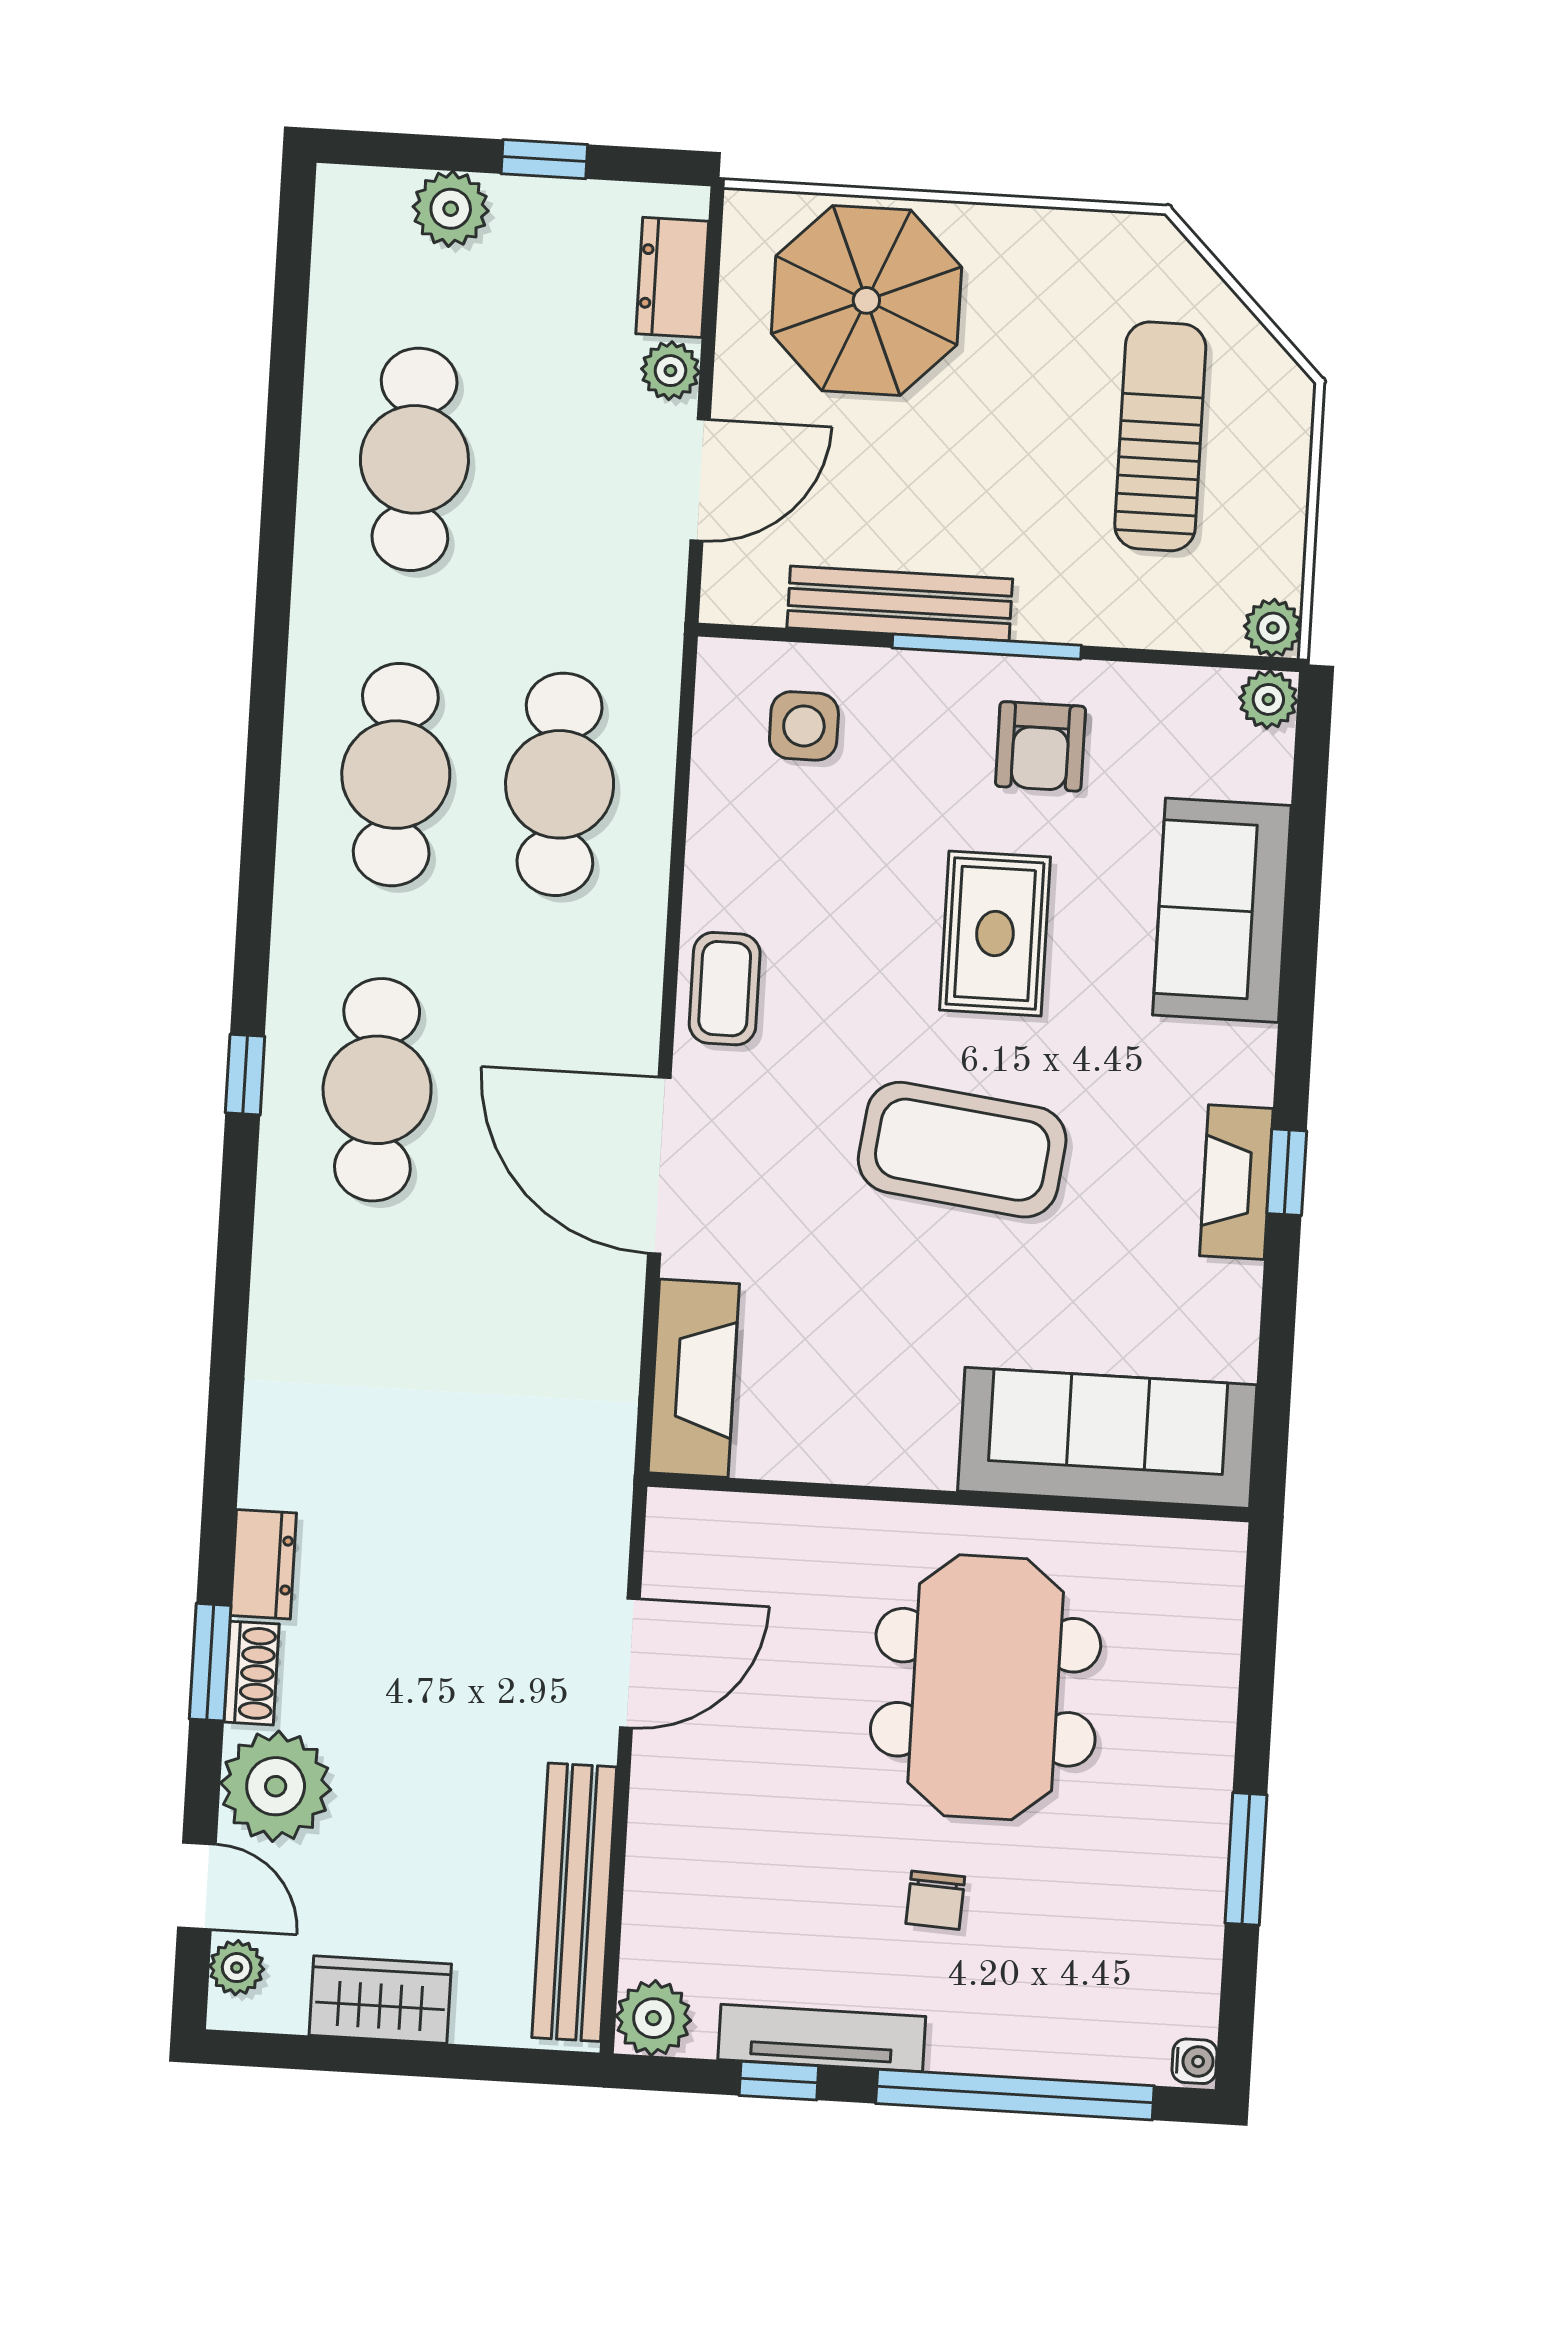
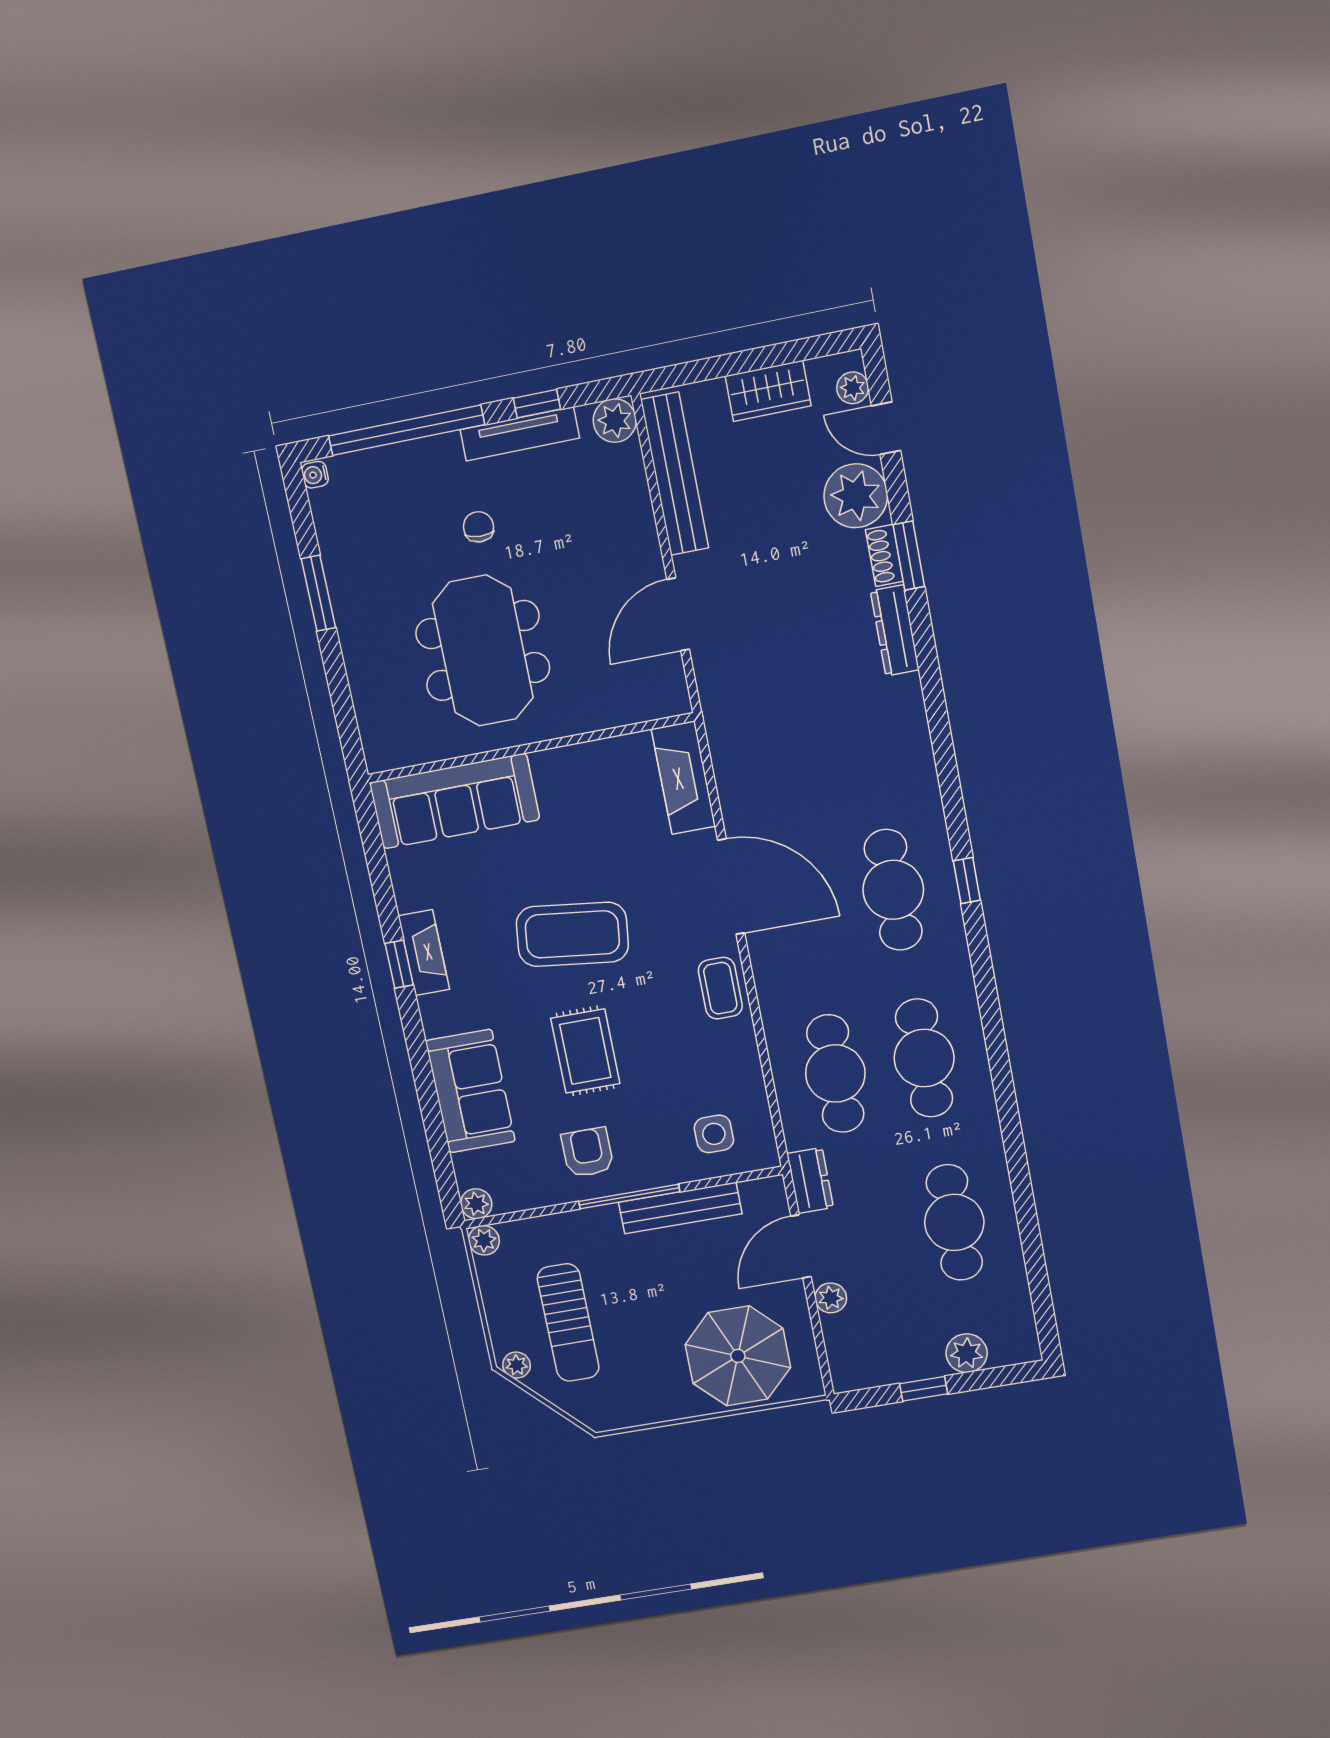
dresser: (672, 277) -> (810, 1180), moved
plant: (1277, 378) -> (517, 1365), added
dresser: (263, 1564) -> (895, 630), width x1.44

